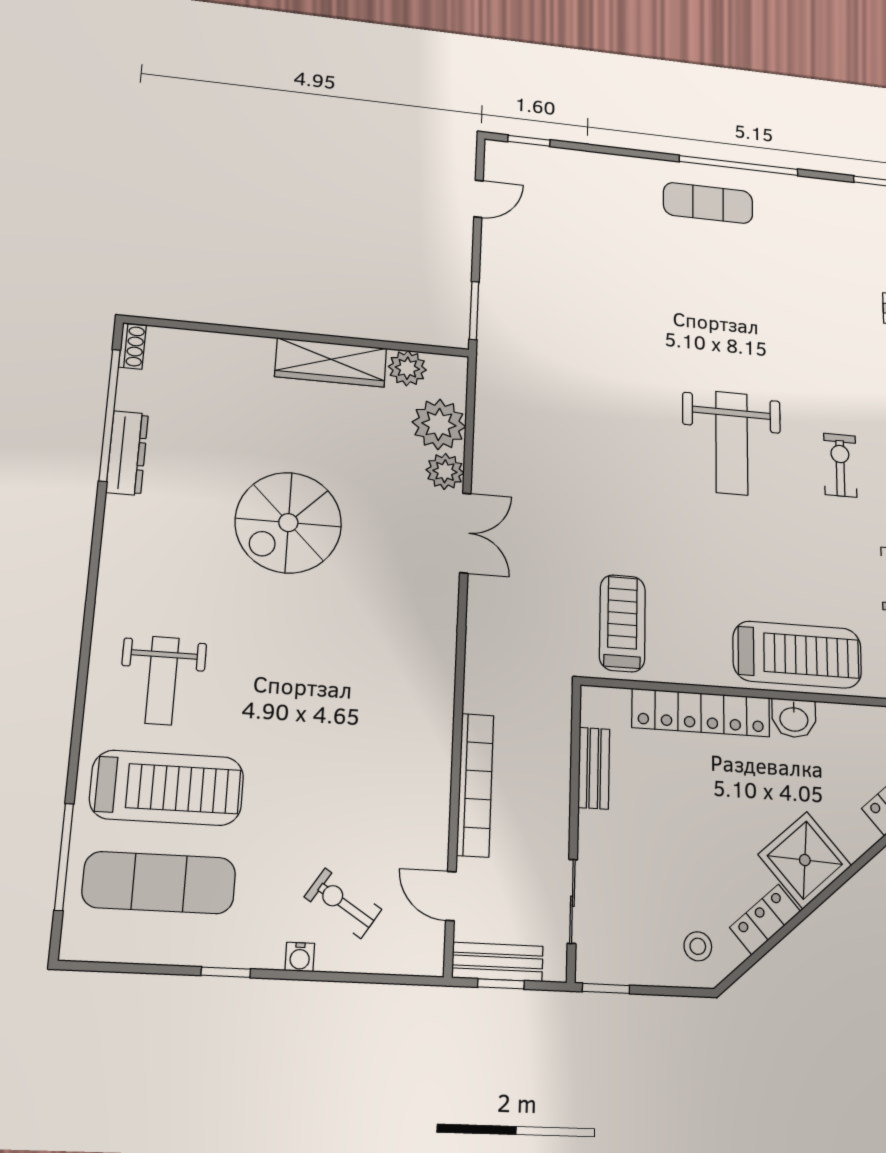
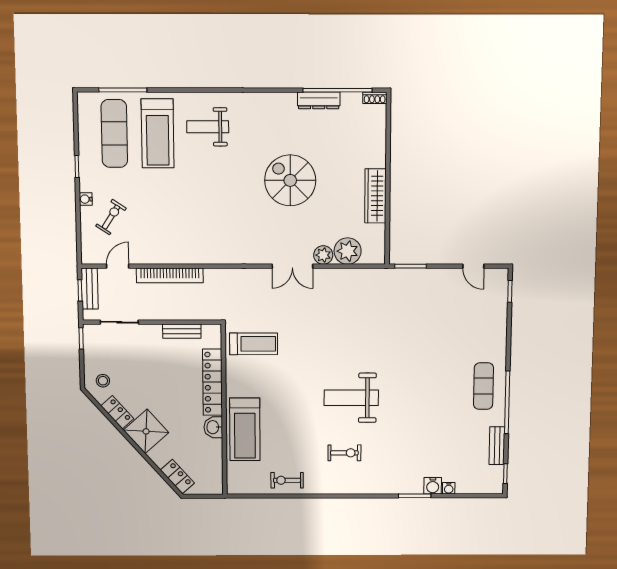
bench: (820, 191) -> (497, 446), added
plant: (407, 368) -> (376, 234), removed

